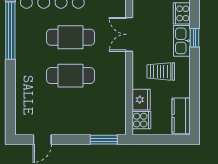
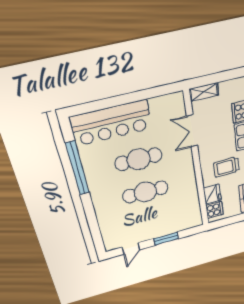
double door: (129, 34) -> (192, 131), moved
window: (104, 140) -> (166, 239), moved

